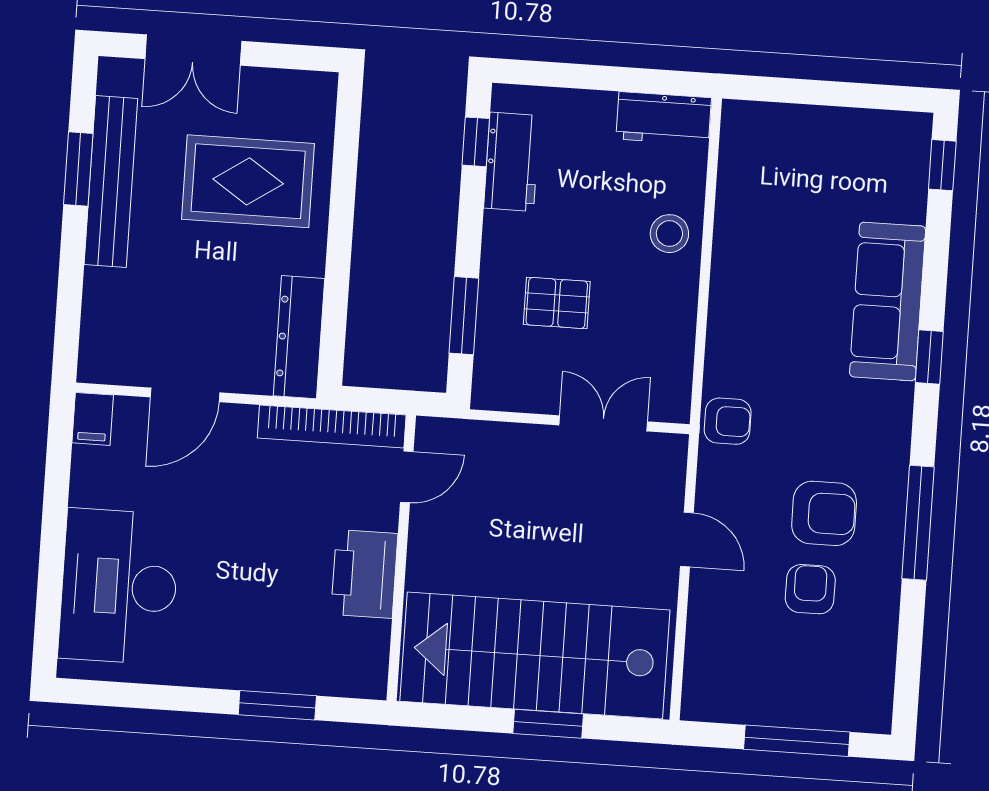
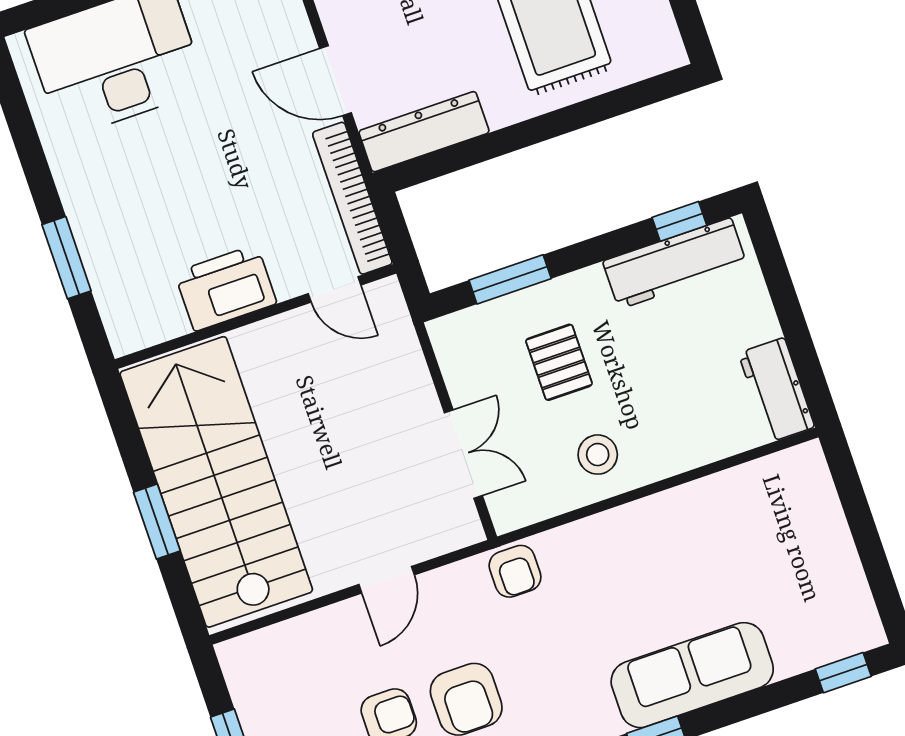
workbench: (512, 162) -> (675, 263), width x1.37
stool: (669, 234) -> (598, 455), moved
door: (185, 395) -> (336, 81), moved

